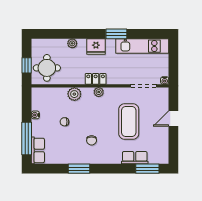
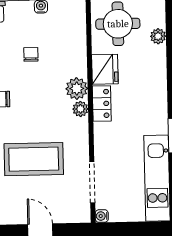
plant: (72, 43) -> (158, 36), moved
fridge: (96, 46) -> (105, 69), moved, turned 180
plant: (74, 94) -> (77, 89), moved

